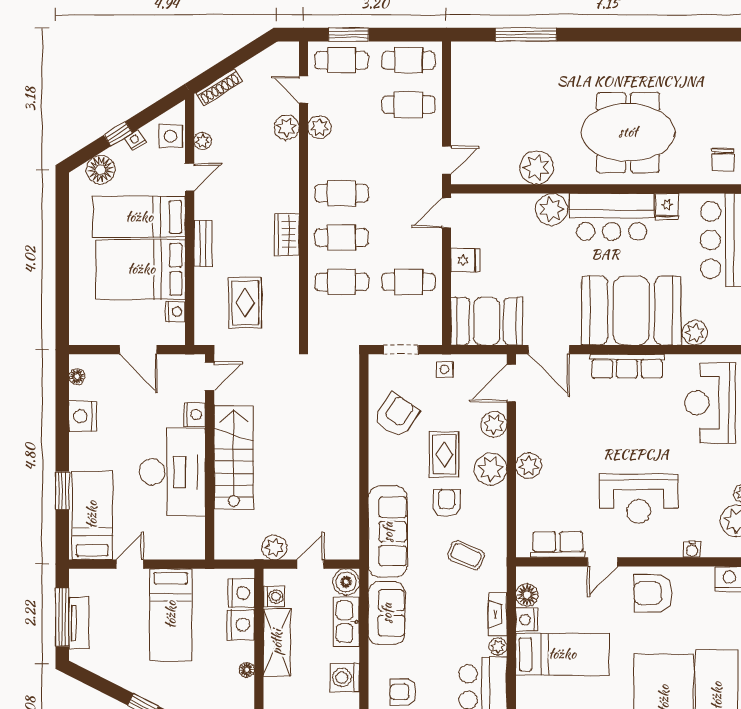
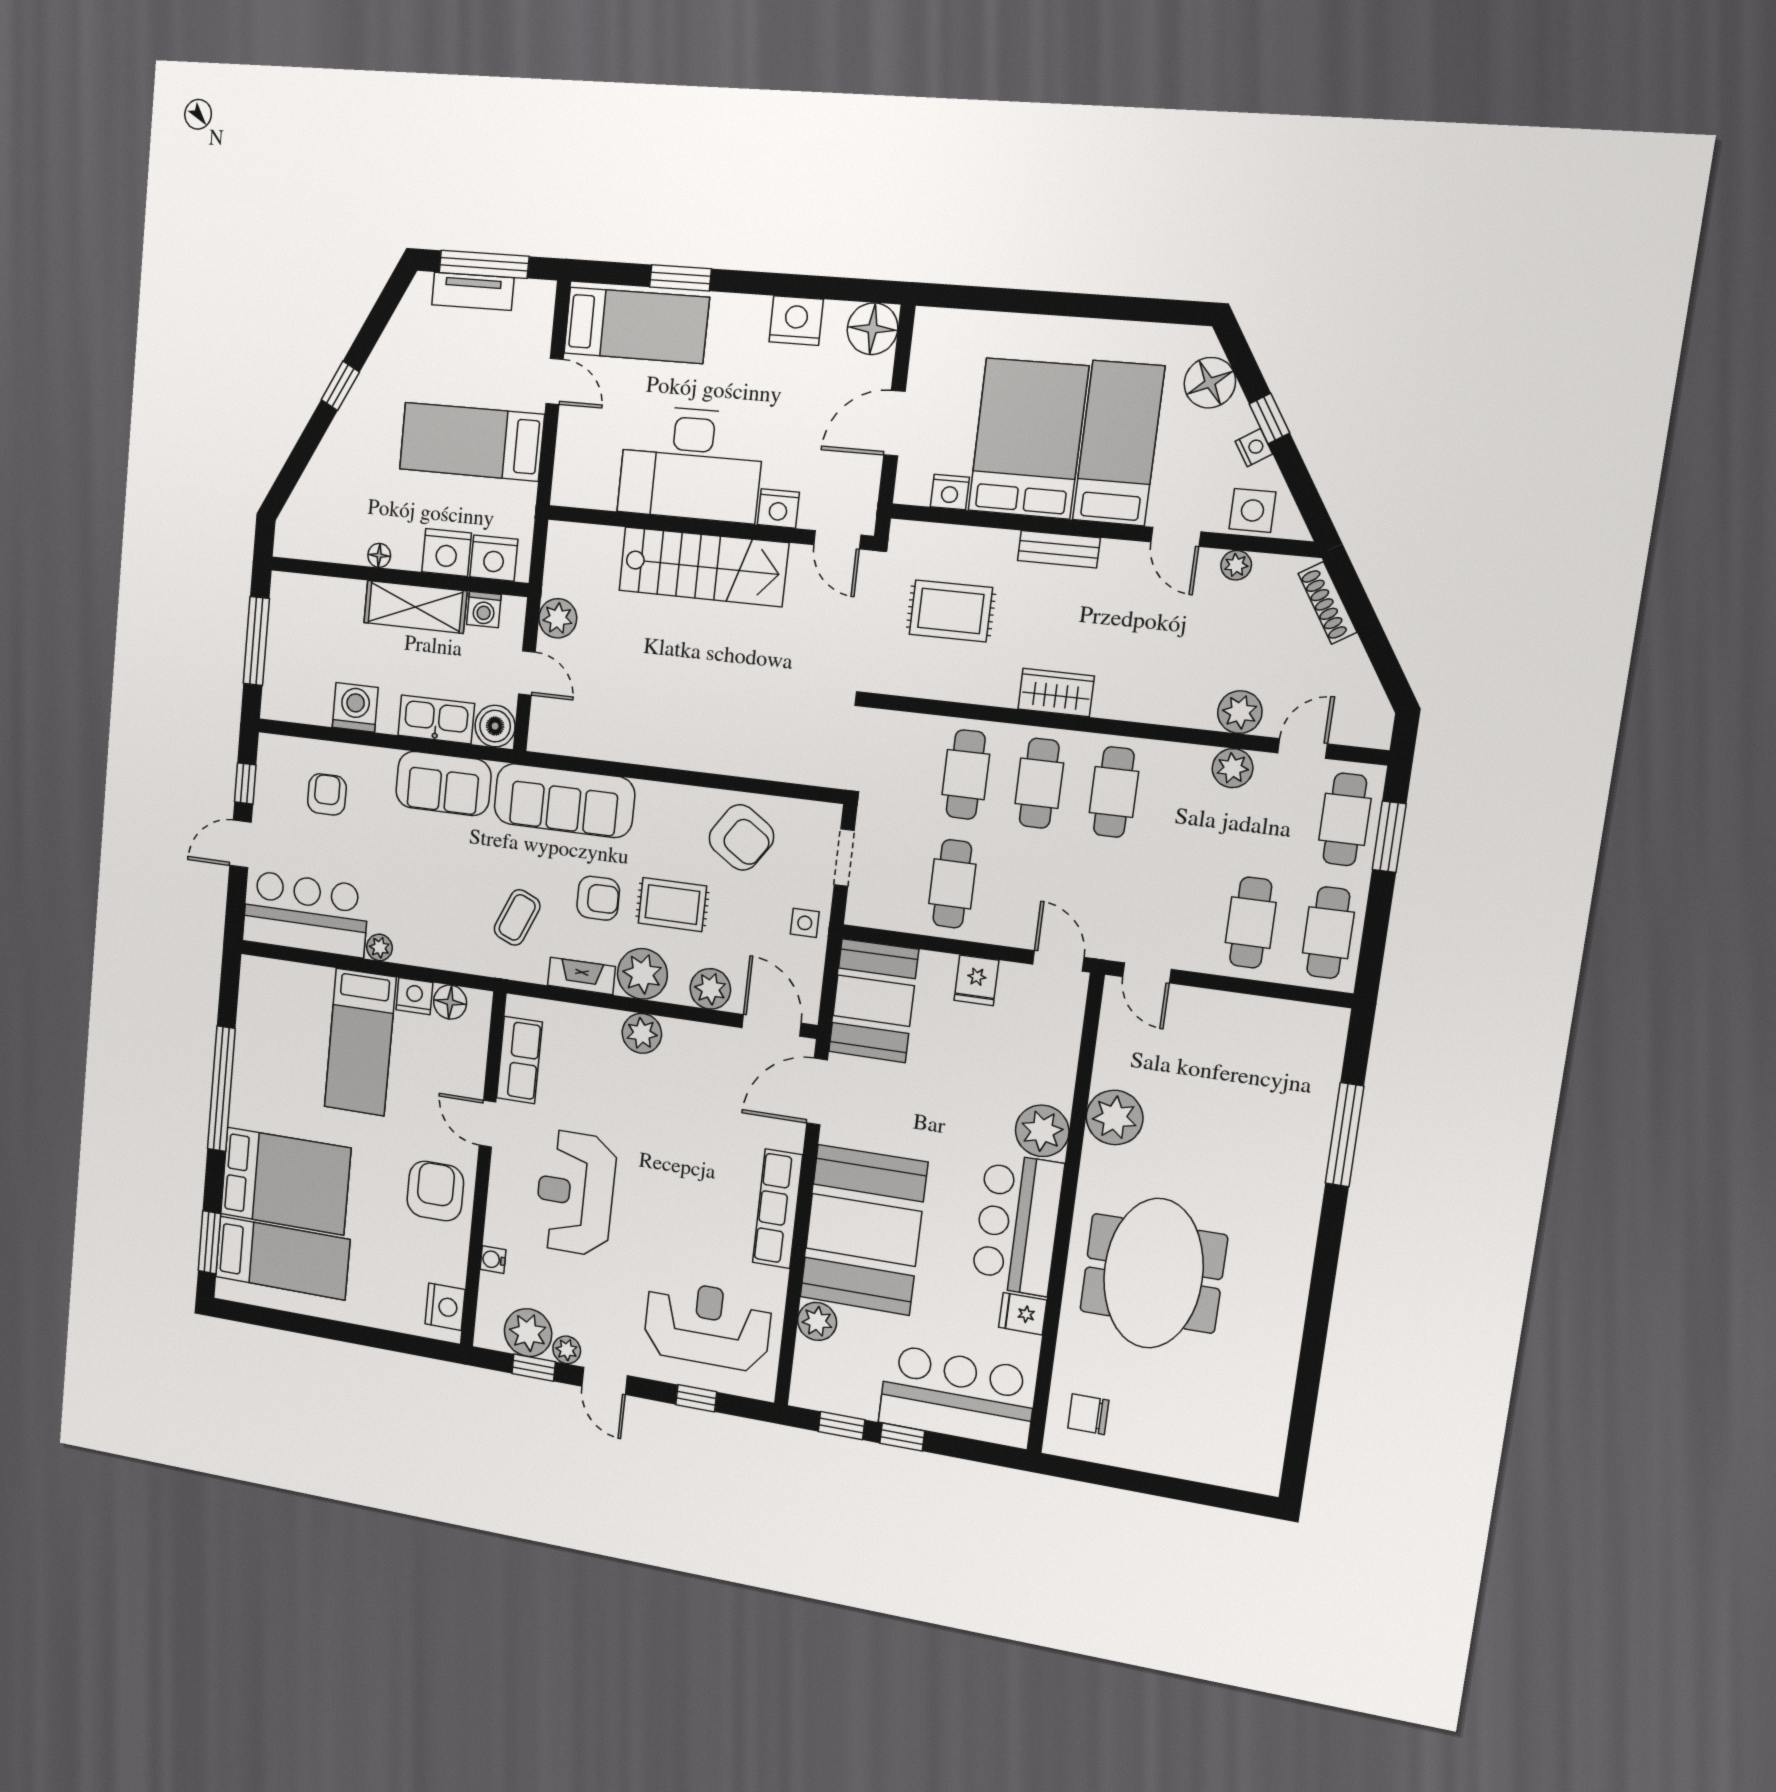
floor lamp: (77, 377) -> (872, 329), width x1.89, depth x1.89
fireplace: (498, 614) -> (581, 976), moved

